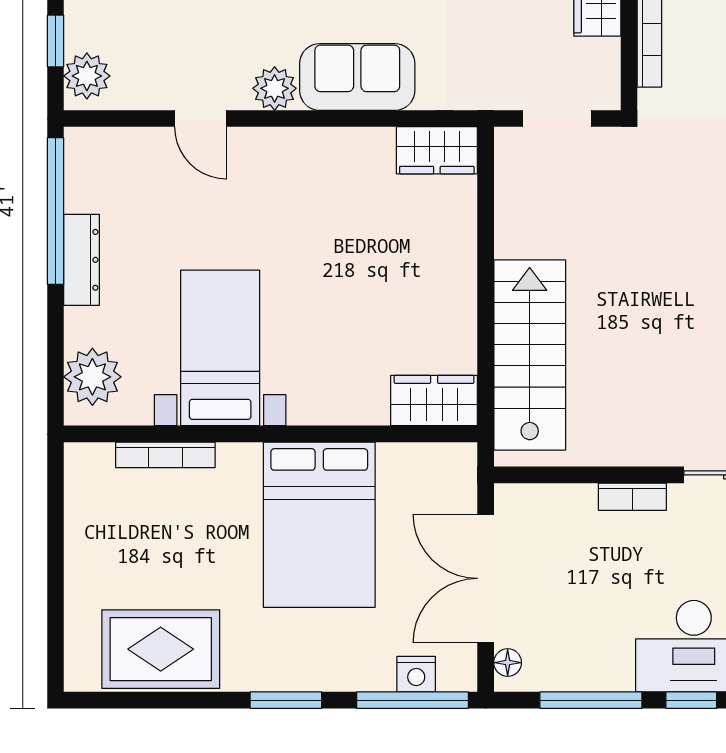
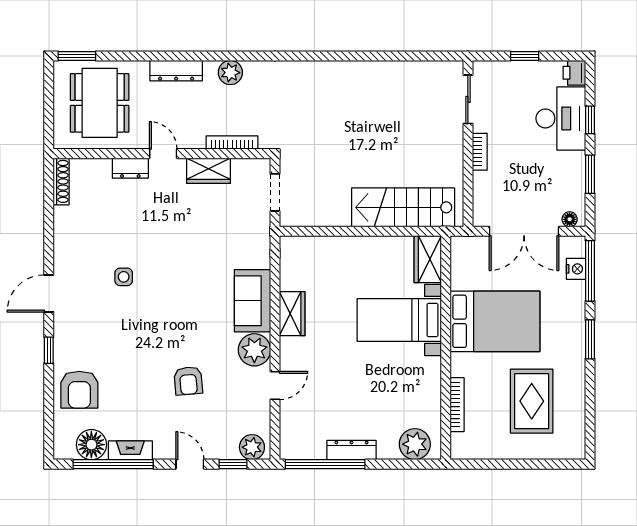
plant: (275, 88) -> (254, 350), width x1.36, depth x1.36
wardrobe: (437, 150) -> (292, 314), moved
bed with nightstands: (220, 348) -> (399, 320), moved
rug: (161, 649) -> (532, 401), moved
window: (591, 700) -> (590, 174), width x0.69

